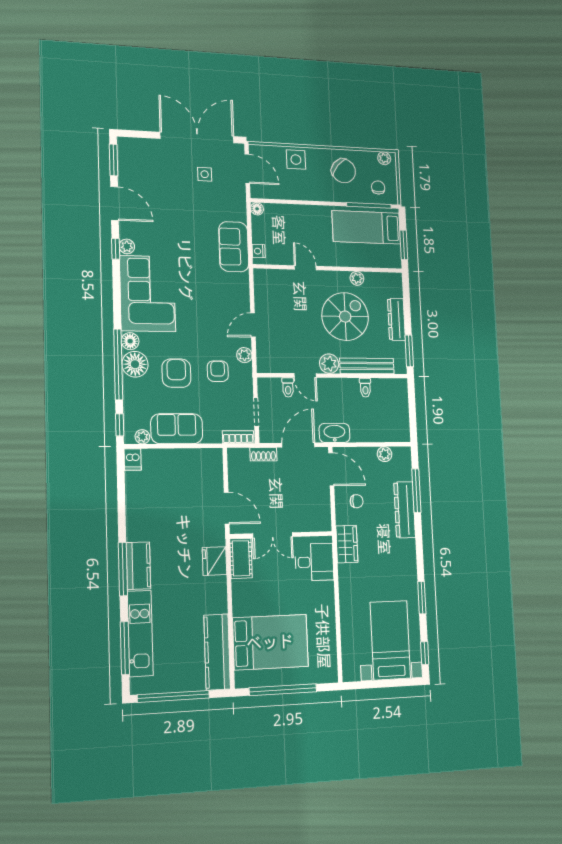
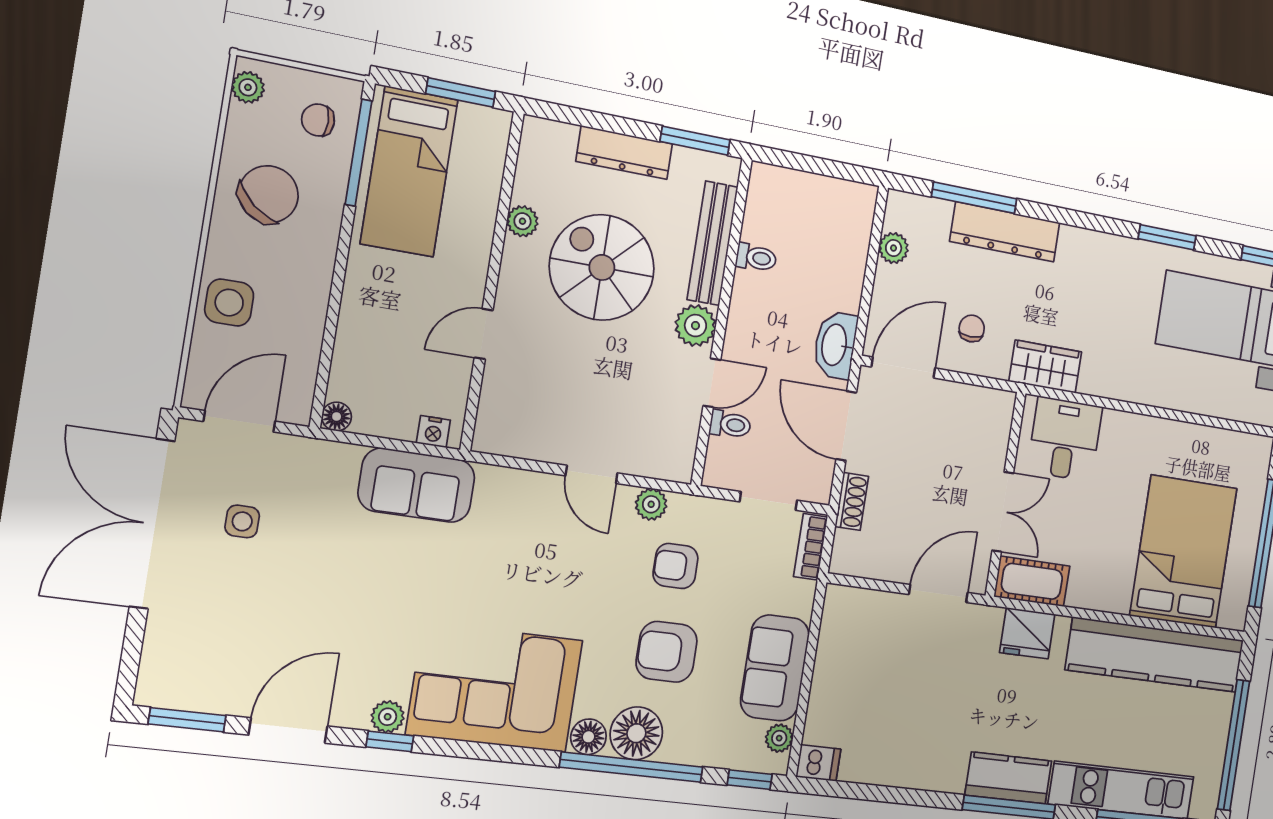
kitchen counter: (217, 652) -> (1155, 655), width x1.39, depth x1.17

